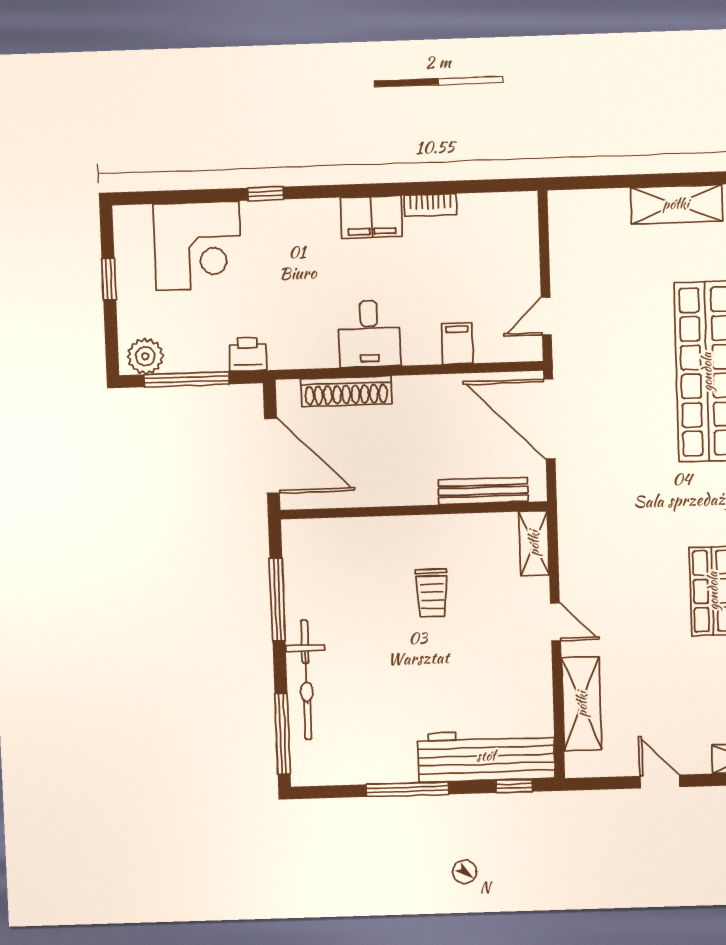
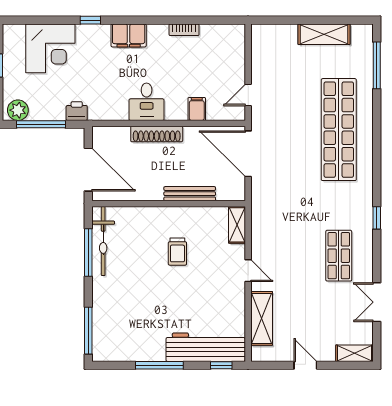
filing cabinet: (371, 217) -> (129, 35), moved
shoe rack: (346, 391) -> (157, 134), moved
bench: (483, 491) -> (190, 194), moved
bicycle: (306, 680) -> (103, 241), moved

